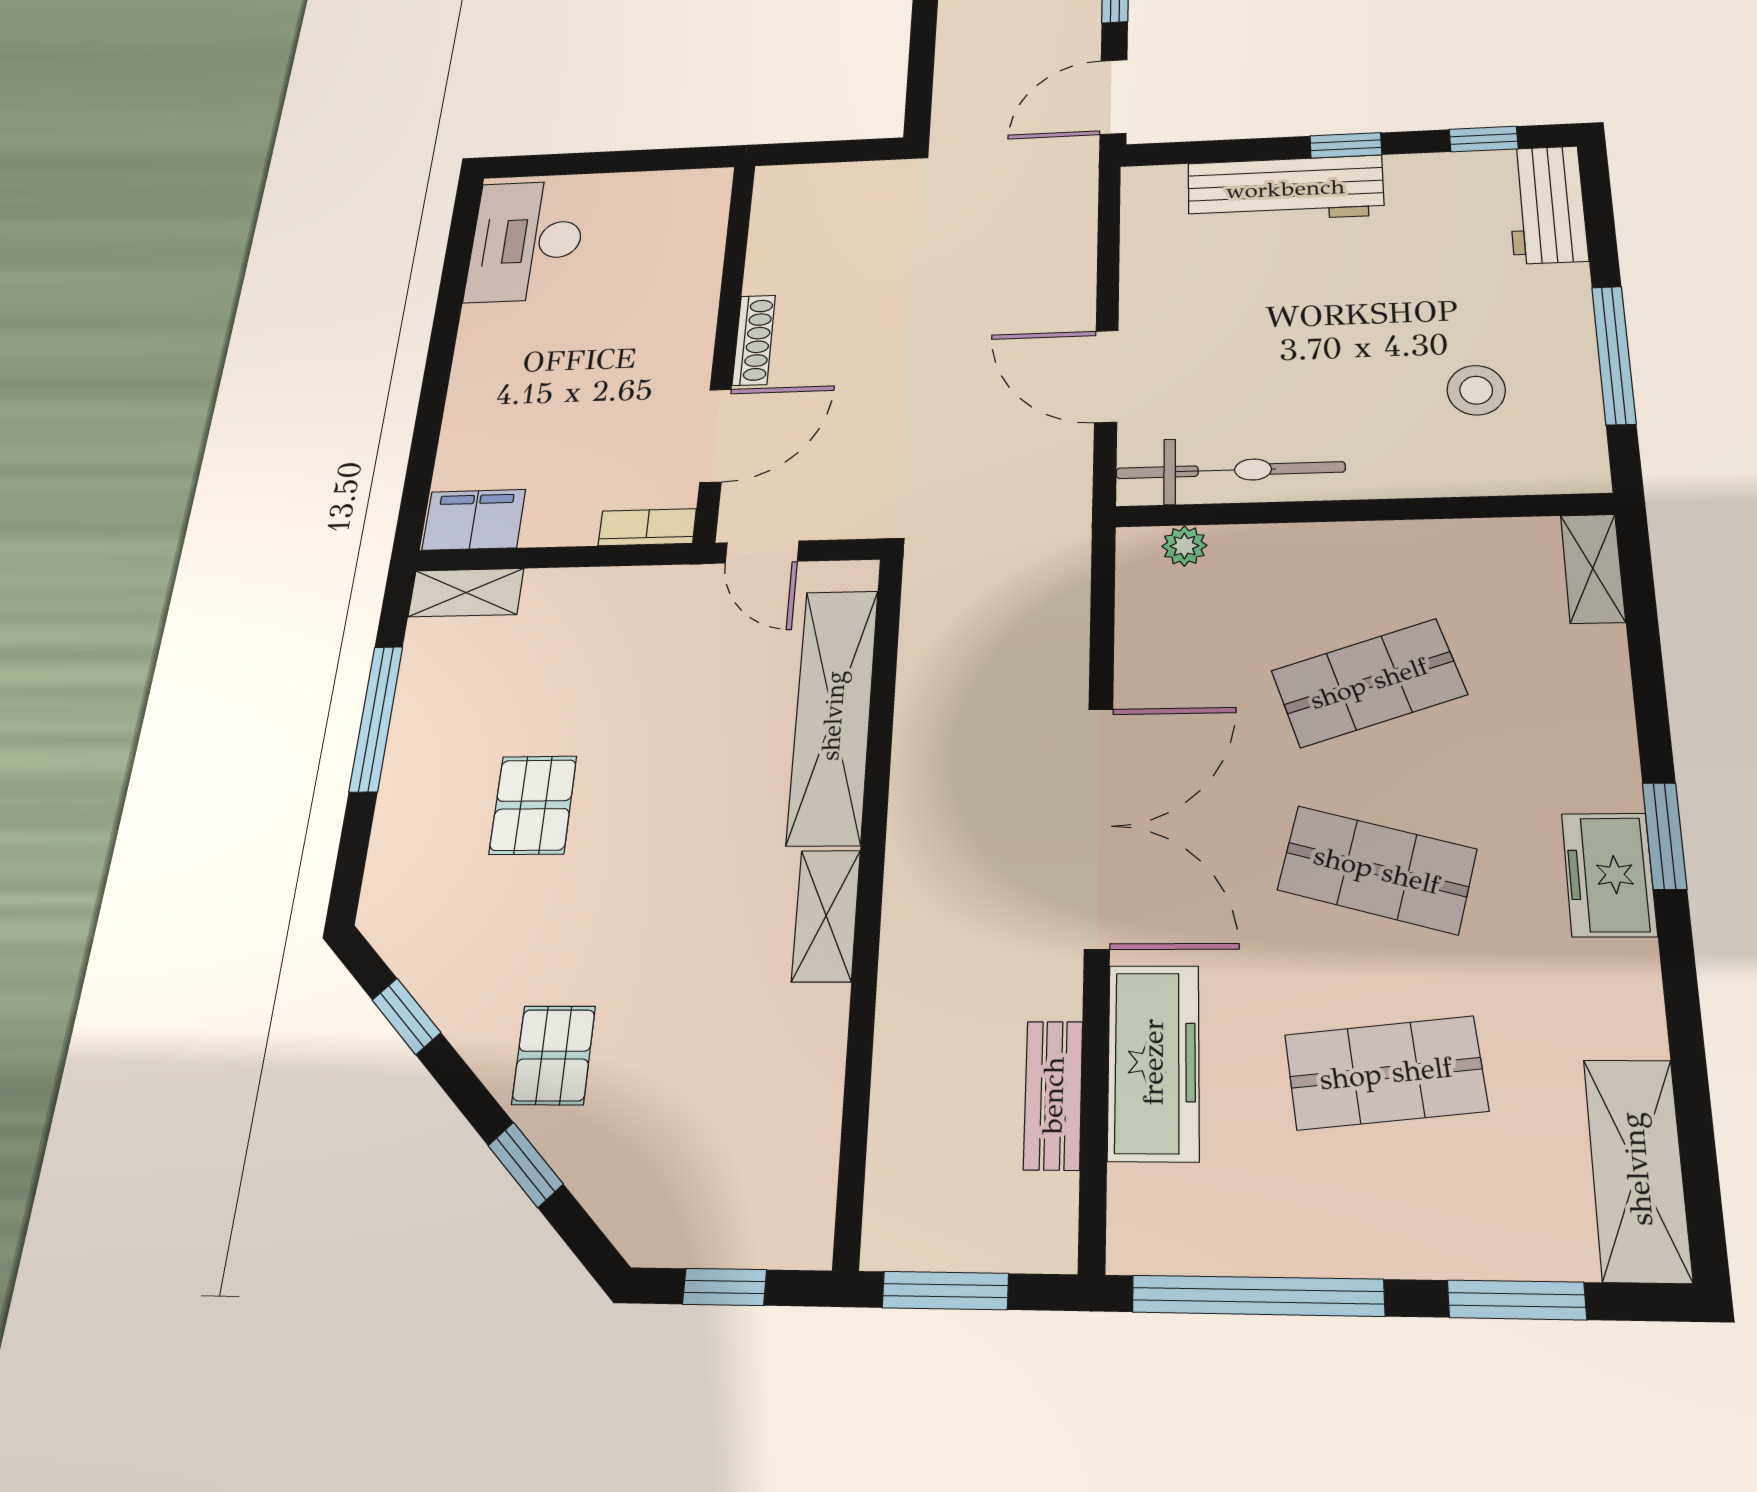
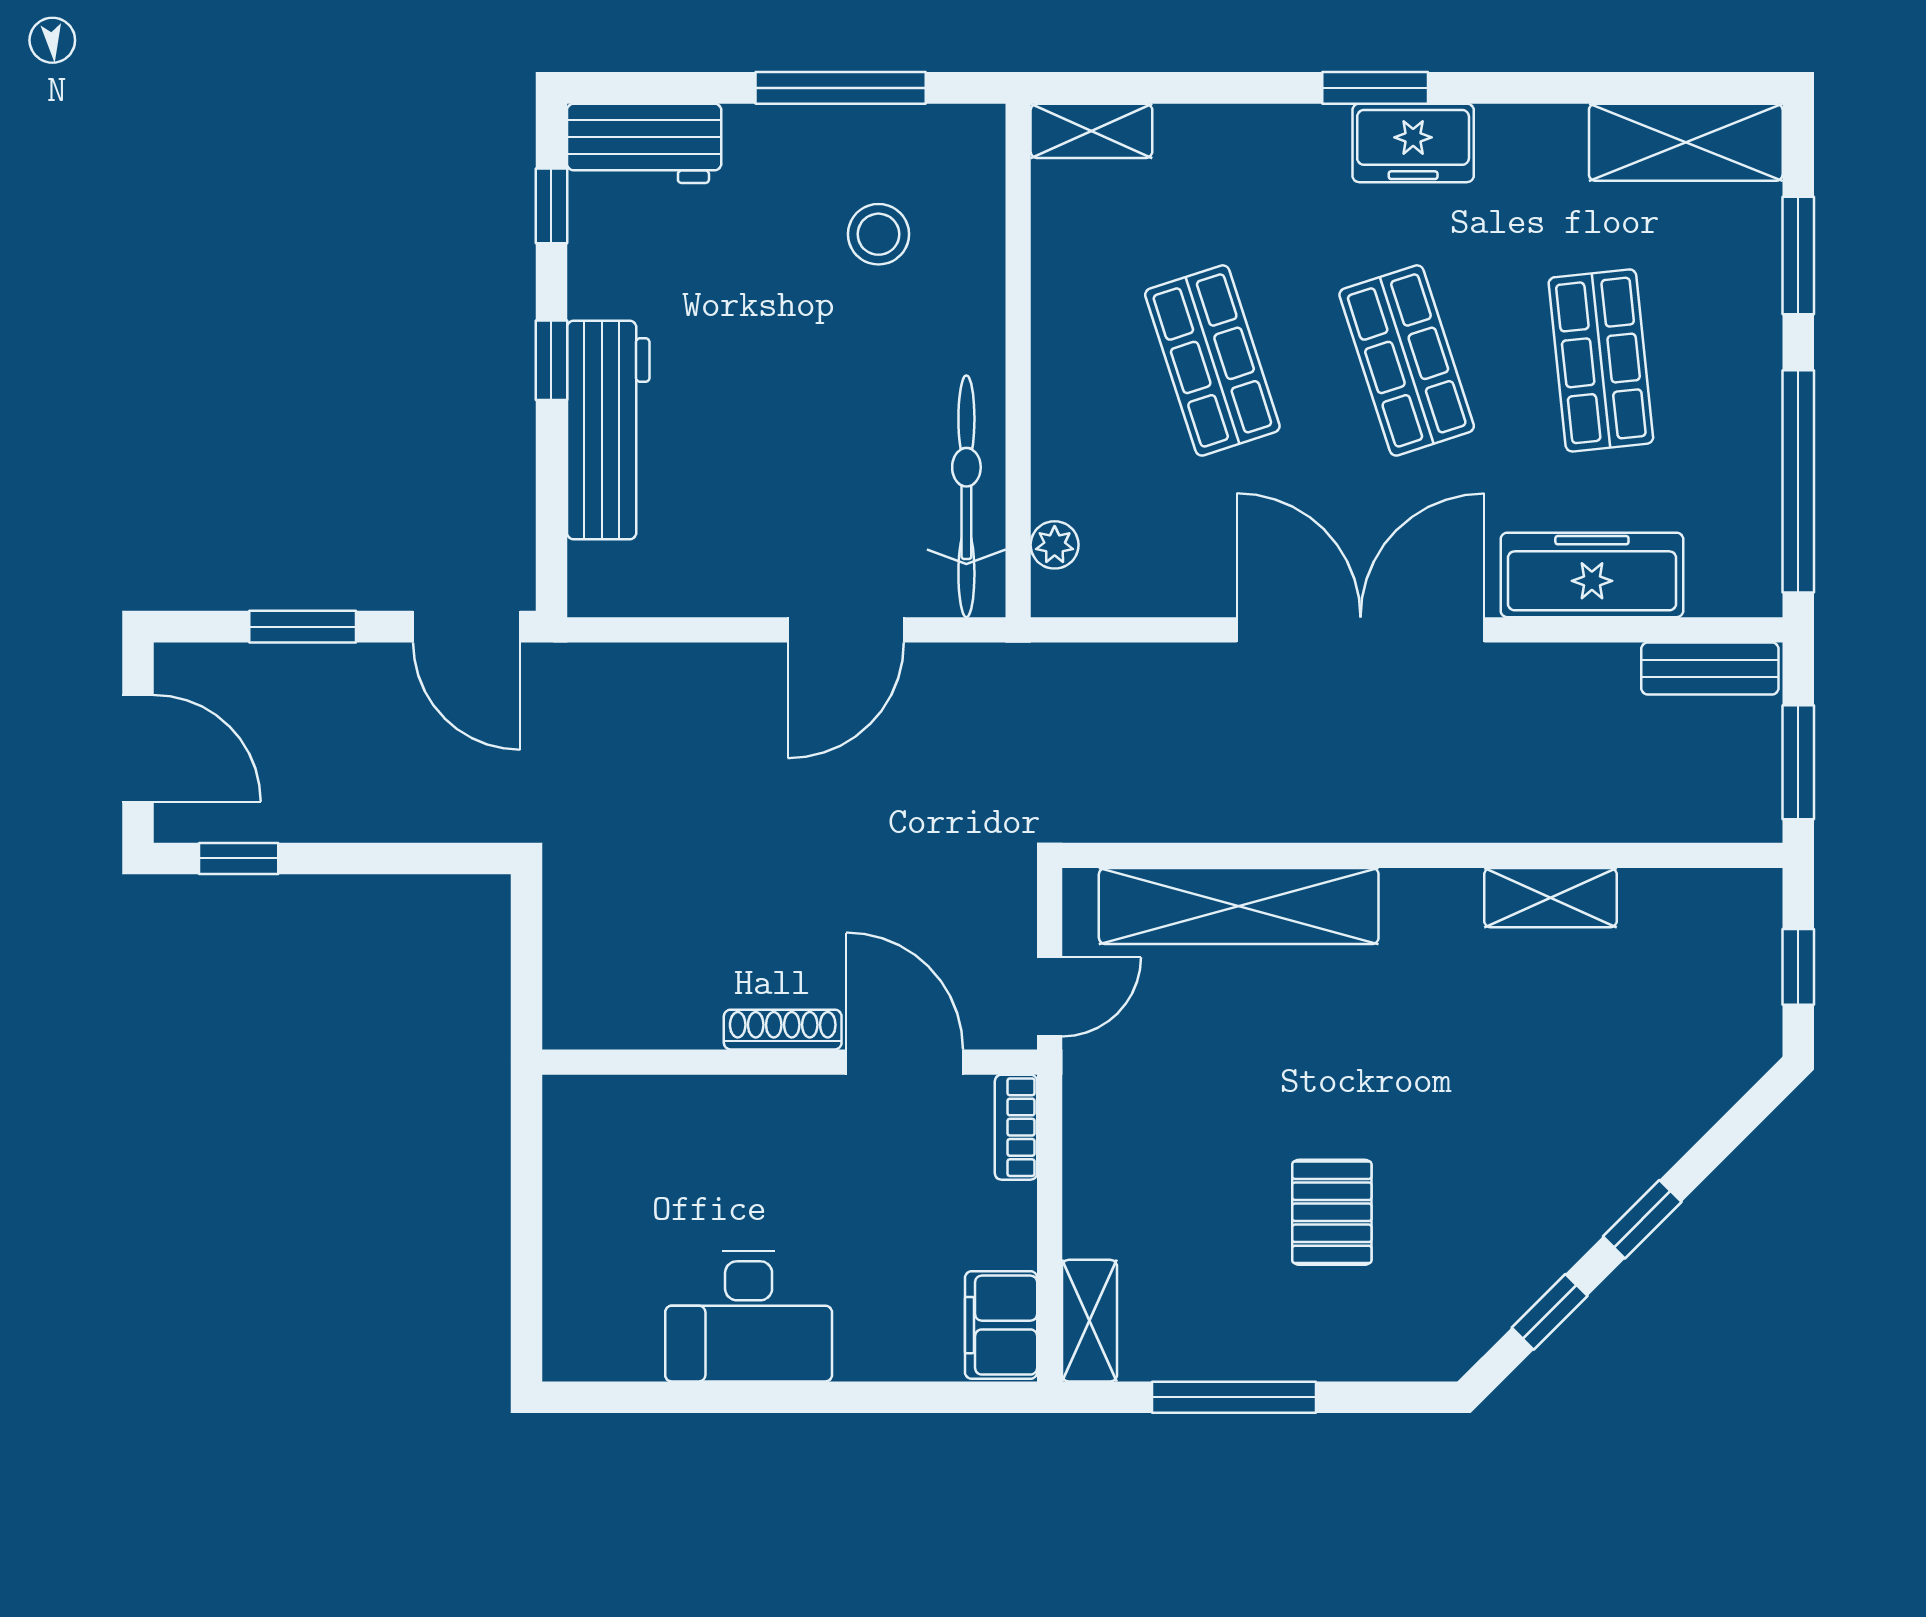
desk: (526, 241) -> (749, 1316), moved
pallet: (533, 805) -> (1332, 1212), turned 90
shop shelf: (1377, 870) -> (1407, 360), turned -33
shelving: (826, 916) -> (1550, 898), moved
pallet: (554, 1055) -> (1587, 1157), removed
bench: (1053, 1095) -> (1710, 669), moved
window: (526, 1165) -> (1642, 1219), moved

